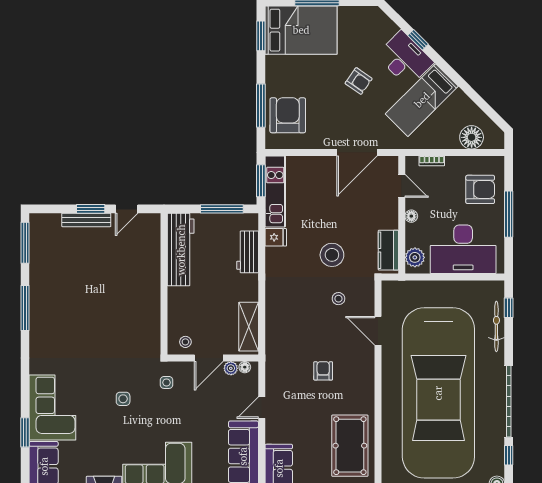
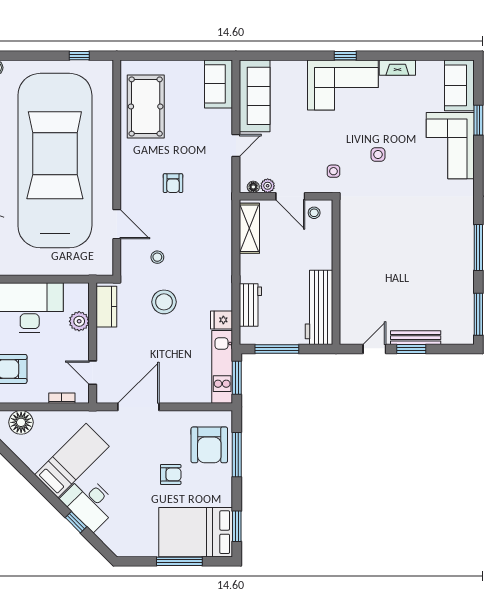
armchair: (359, 81) -> (171, 474), moved, turned 145
floor lamp: (411, 216) -> (83, 342), removed
plant: (415, 257) -> (79, 321), moved
door: (209, 358) -> (290, 196), swing flipped

